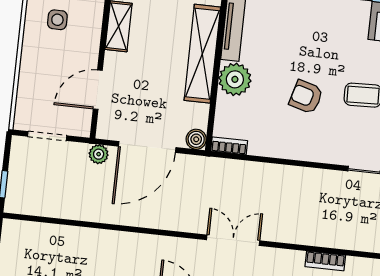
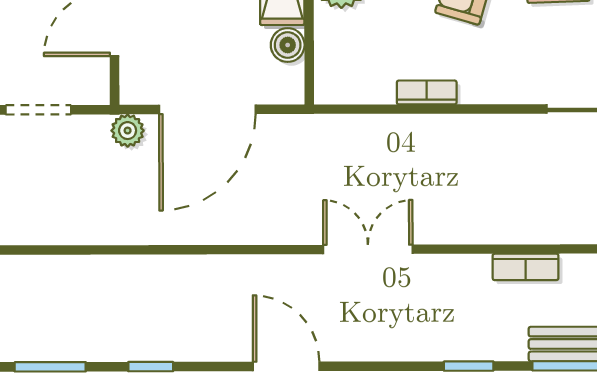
boiler: (196, 139) -> (288, 45), moved
bookcase: (229, 146) -> (427, 92), moved

